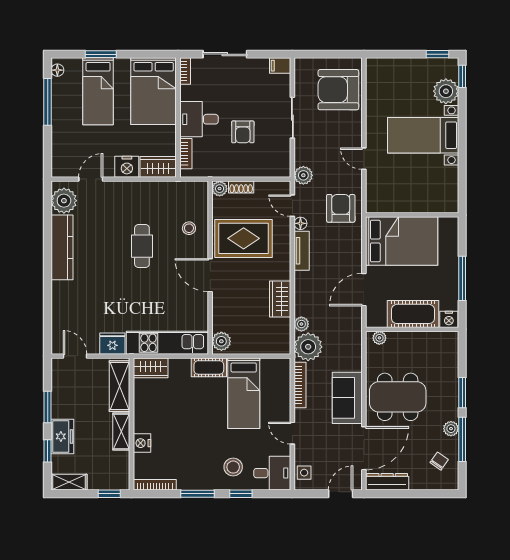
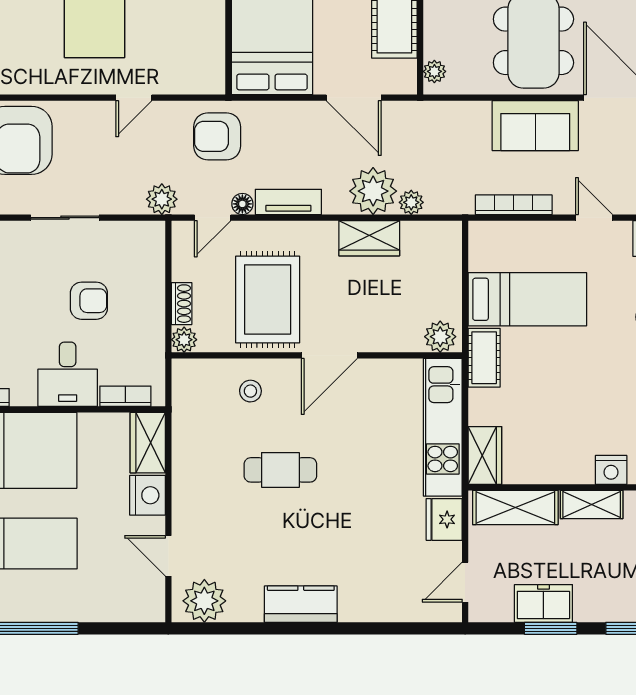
kitchen counter: (62, 247) -> (301, 604), width x0.67
plant: (308, 347) -> (373, 191), moved
door: (292, 433) -> (594, 218), swing flipped
freezer: (62, 436) -> (543, 603), moved

